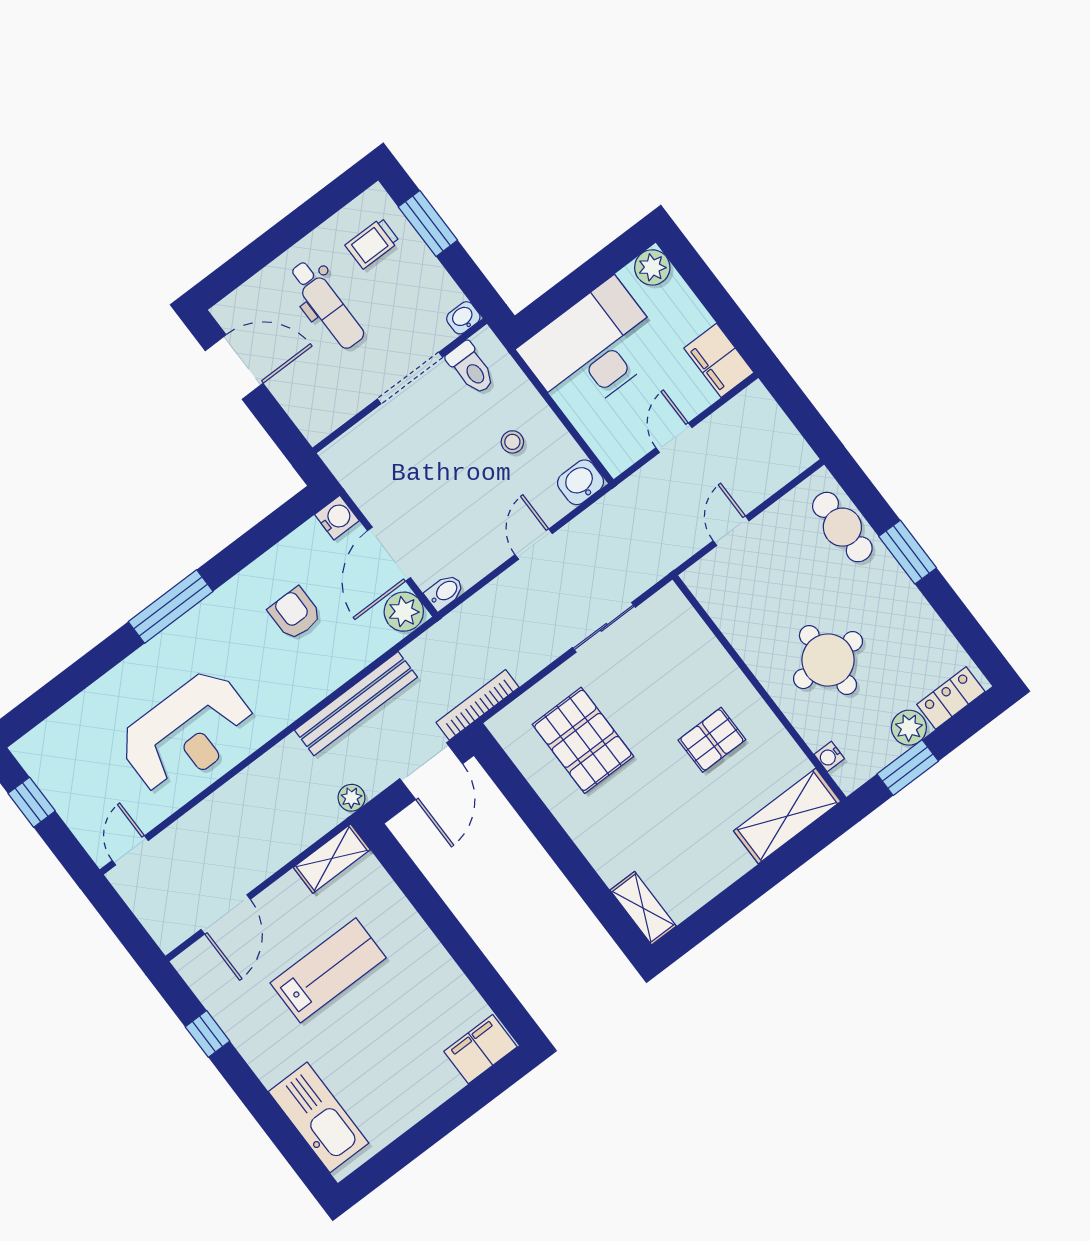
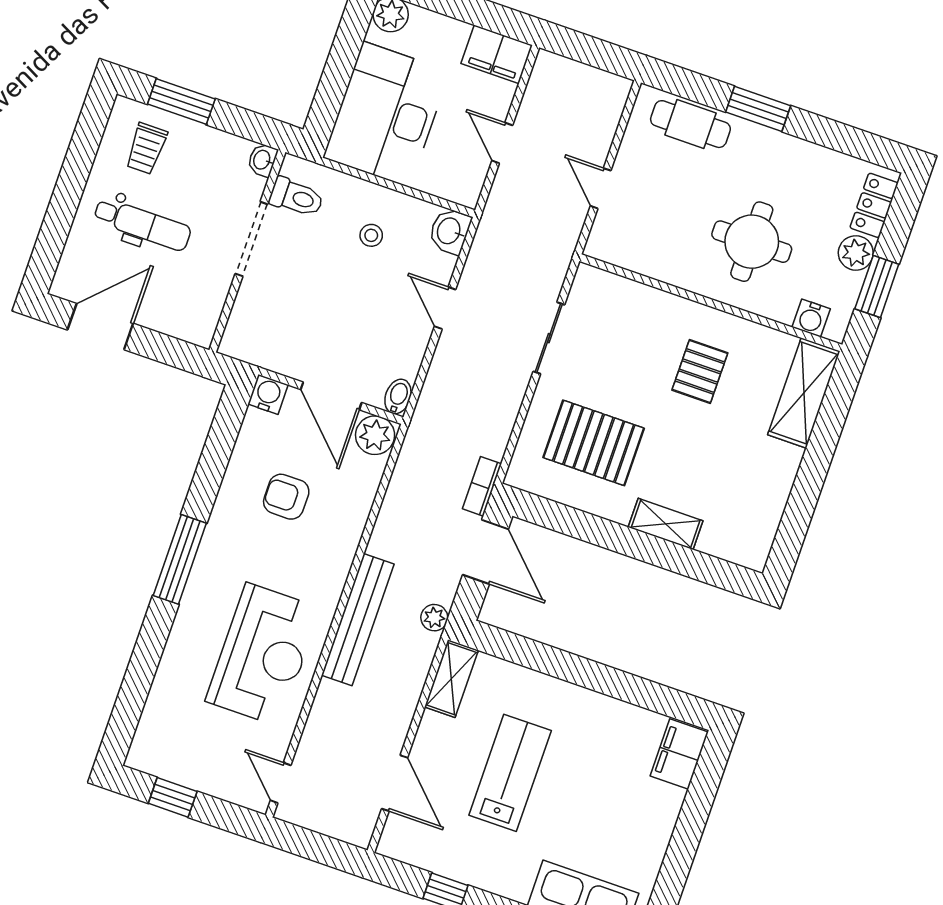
bench: (356, 704) -> (358, 620), moved
bookcase: (478, 705) -> (482, 486), width x0.64
water cooler: (829, 756) -> (811, 318), width x1.38, depth x1.38
shelving: (643, 908) -> (666, 524), moved

